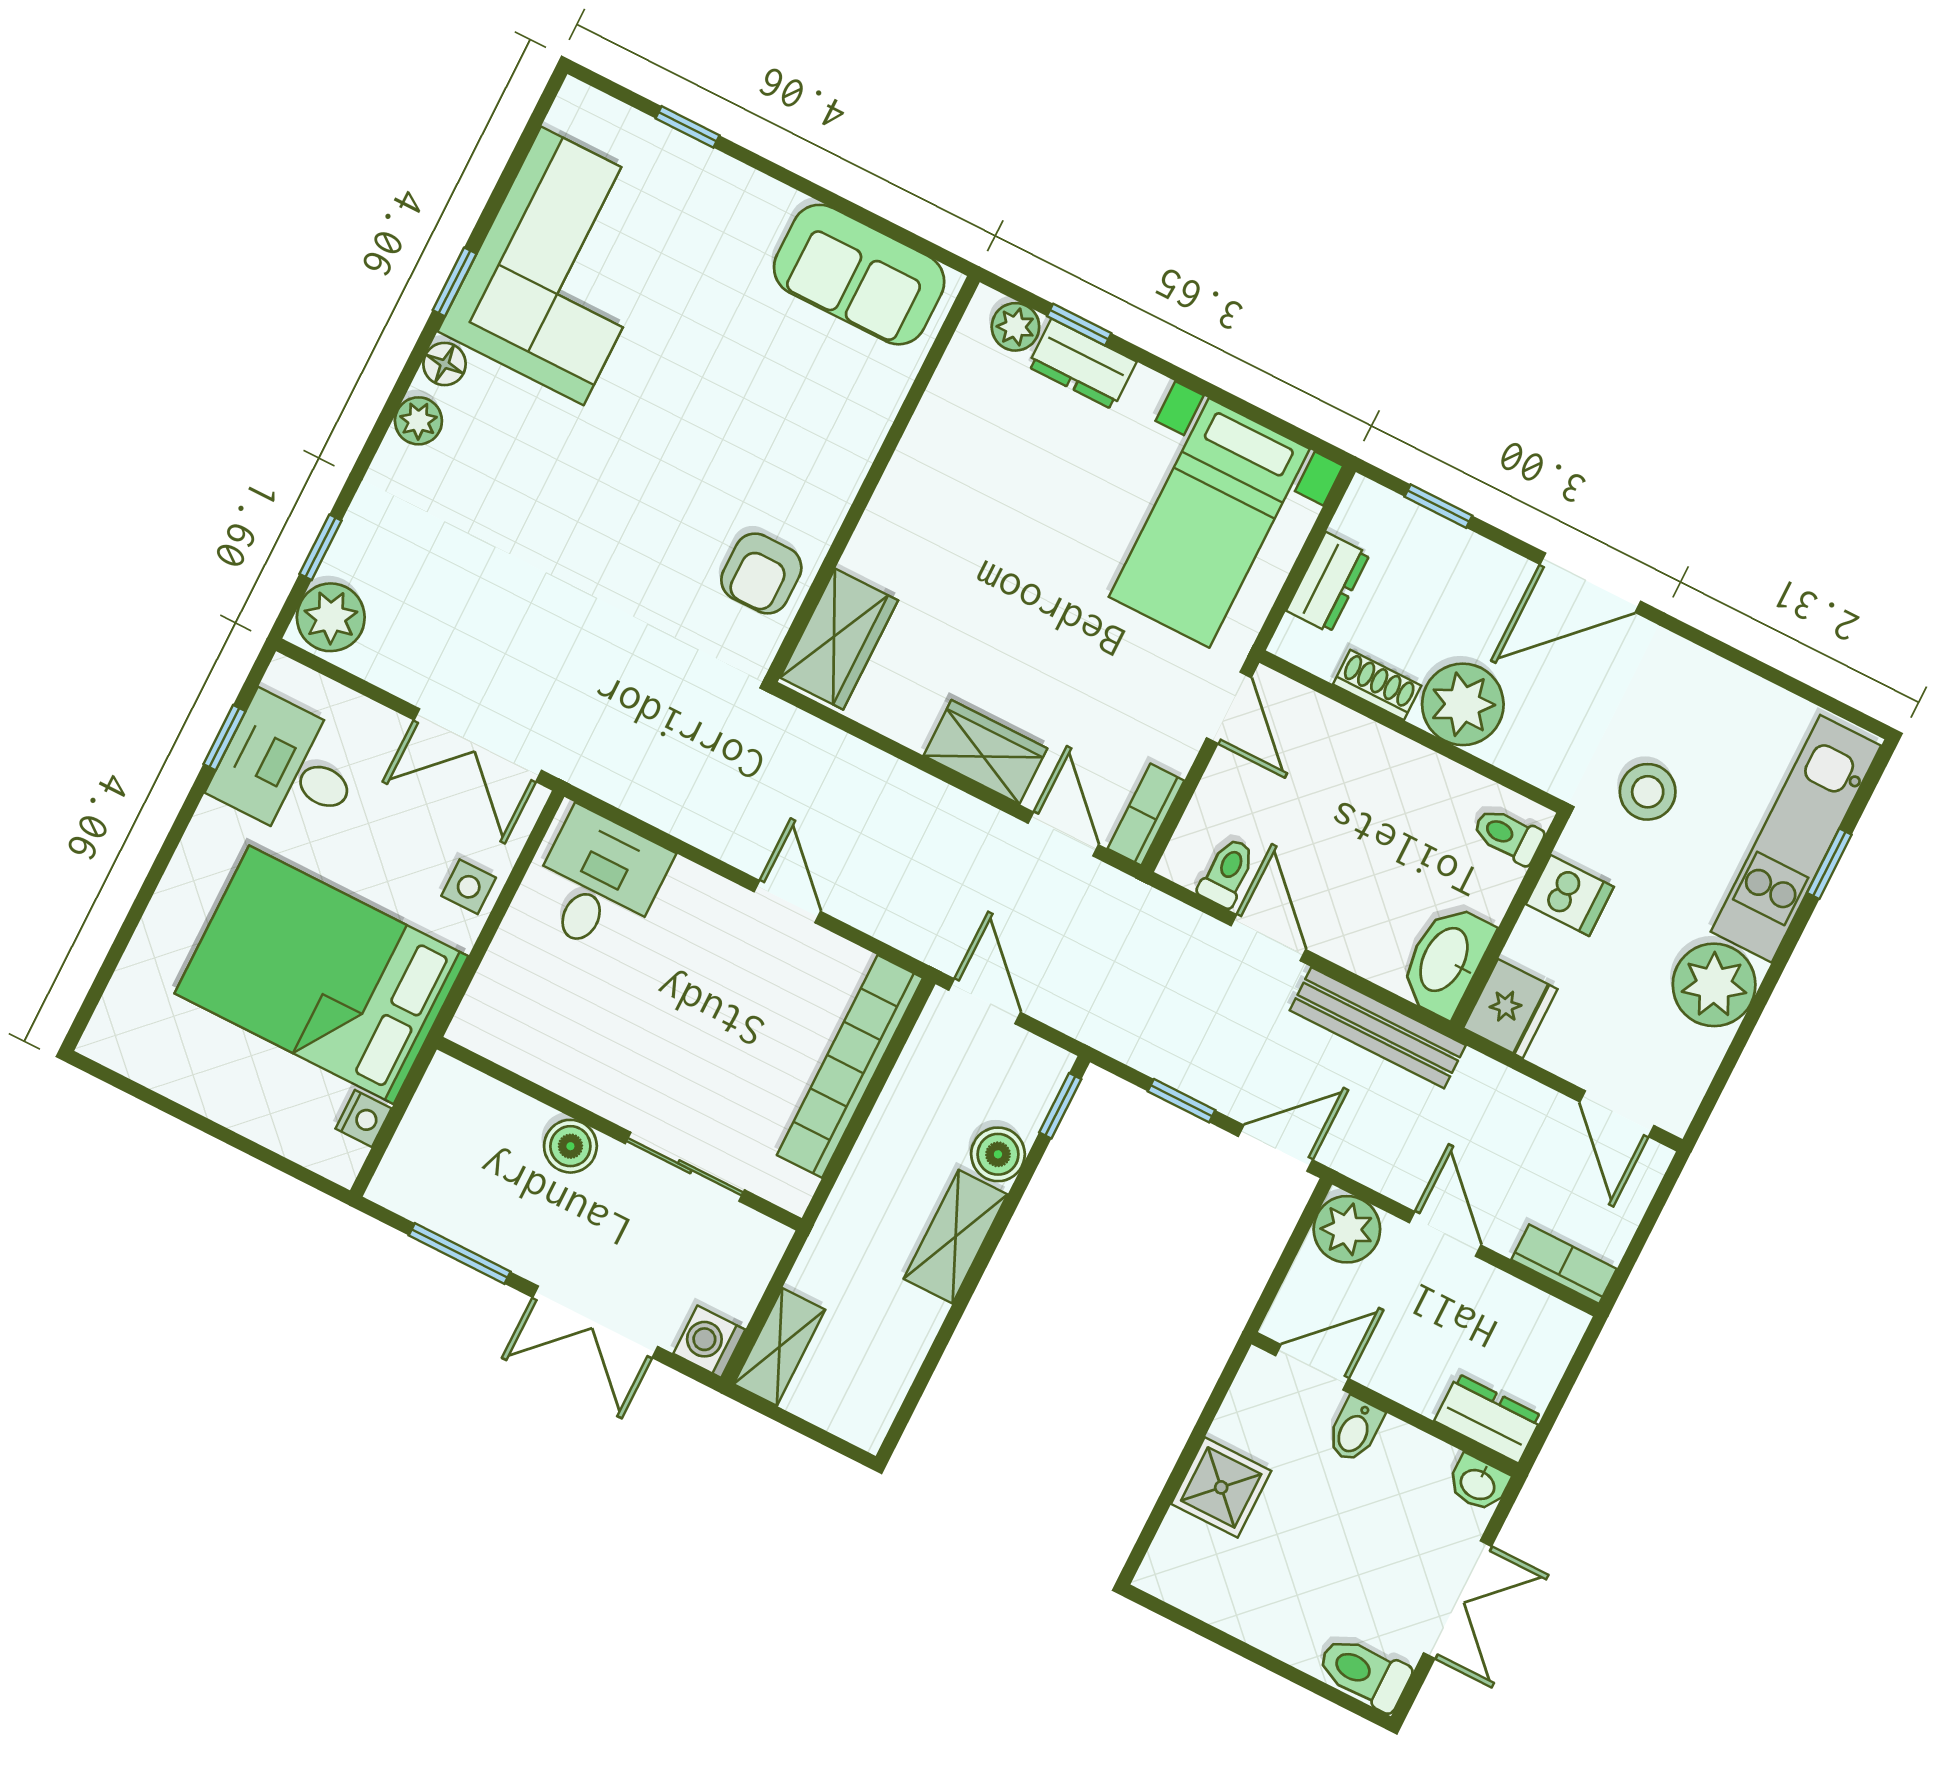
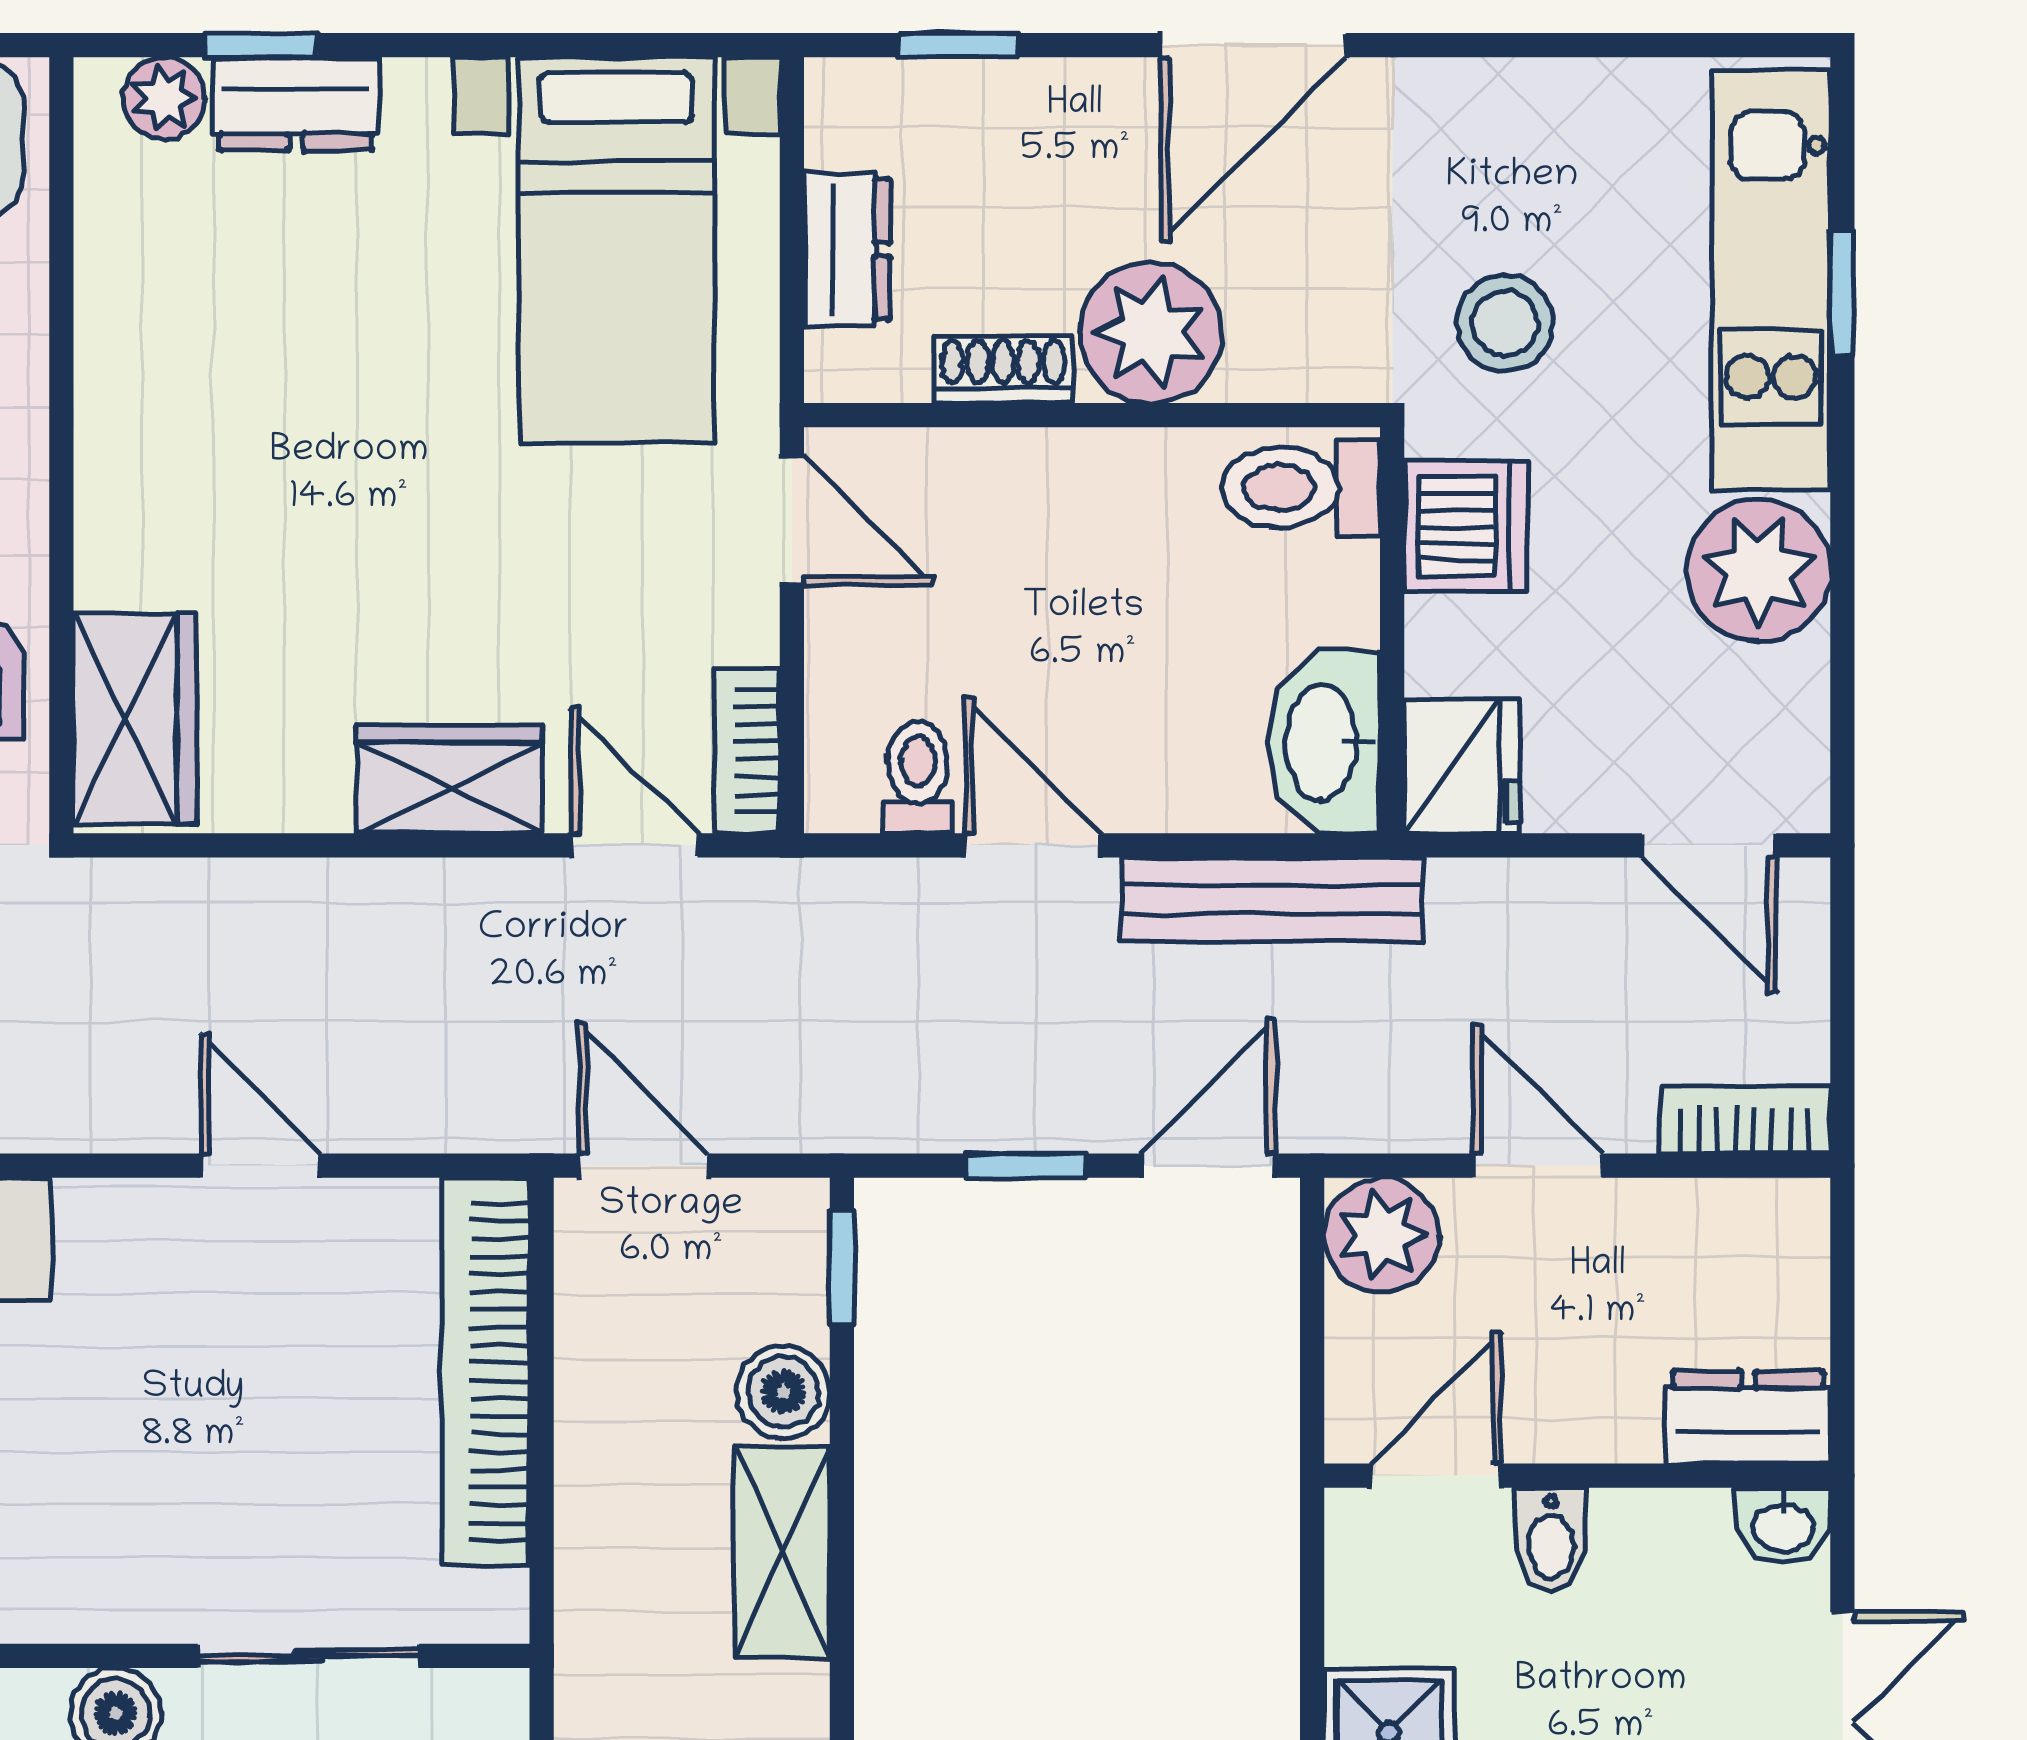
toilet: (1508, 836) -> (1301, 487), width x1.37, depth x1.39
dishwasher: (1570, 895) -> (1466, 527), width x1.38

